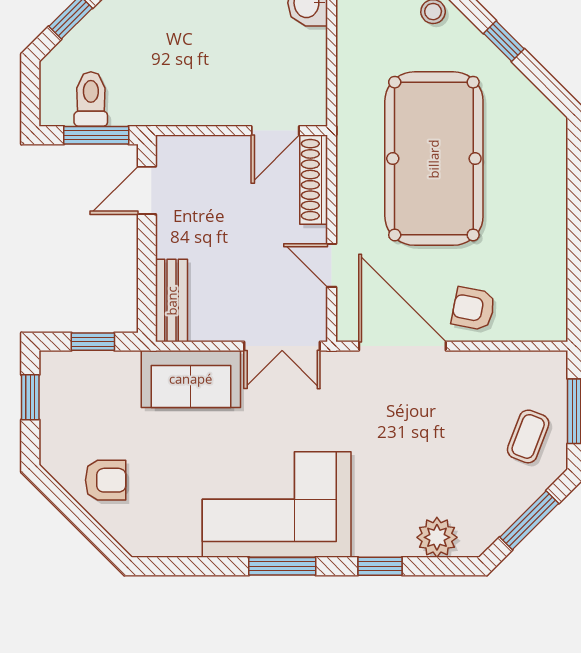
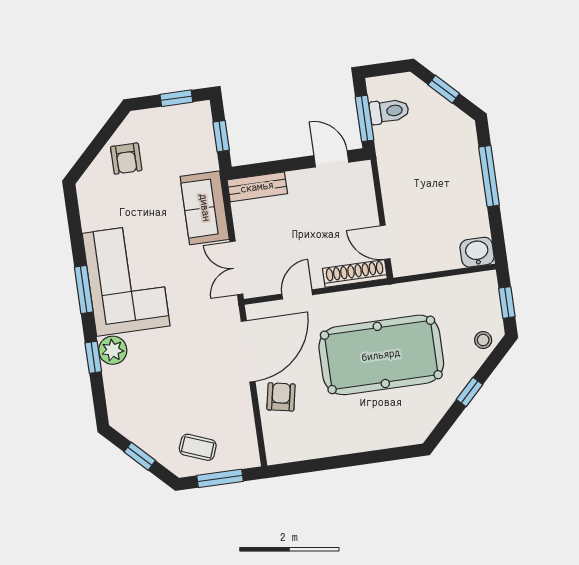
window: (529, 520) -> (140, 456), width x0.67
plant: (437, 537) -> (113, 350), moved

